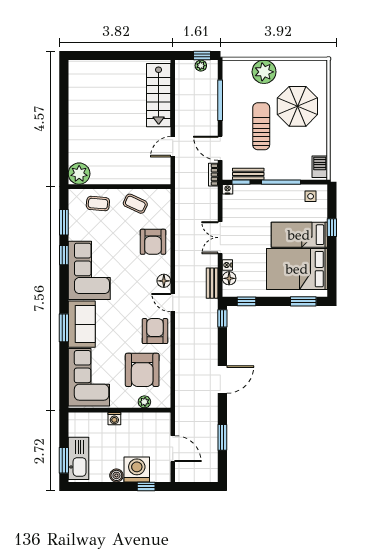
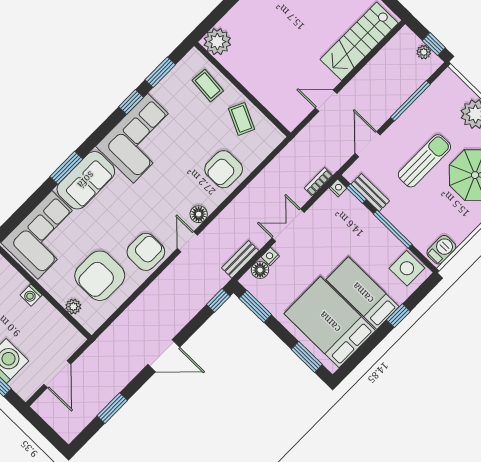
bookcase: (213, 175) -> (319, 182), moved
side table: (311, 196) -> (407, 268), width x1.87, depth x1.87
window: (247, 301) -> (255, 306), width x1.50

